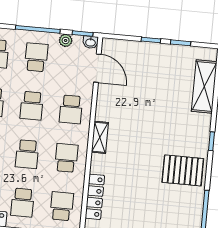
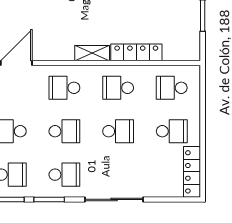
school desk: (71, 109) -> (64, 88), turned 180
locker: (95, 197) -> (136, 52), moved

